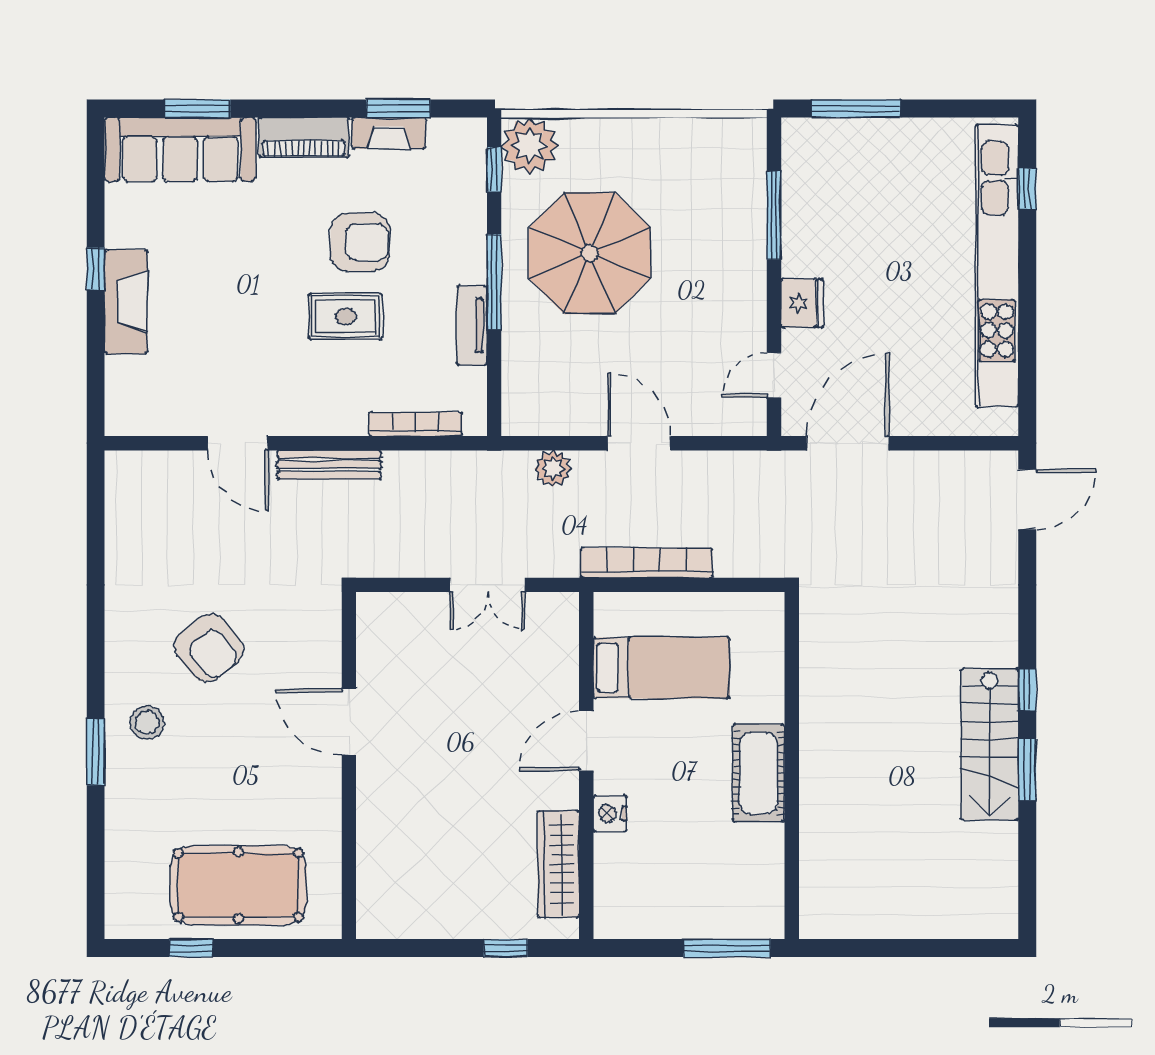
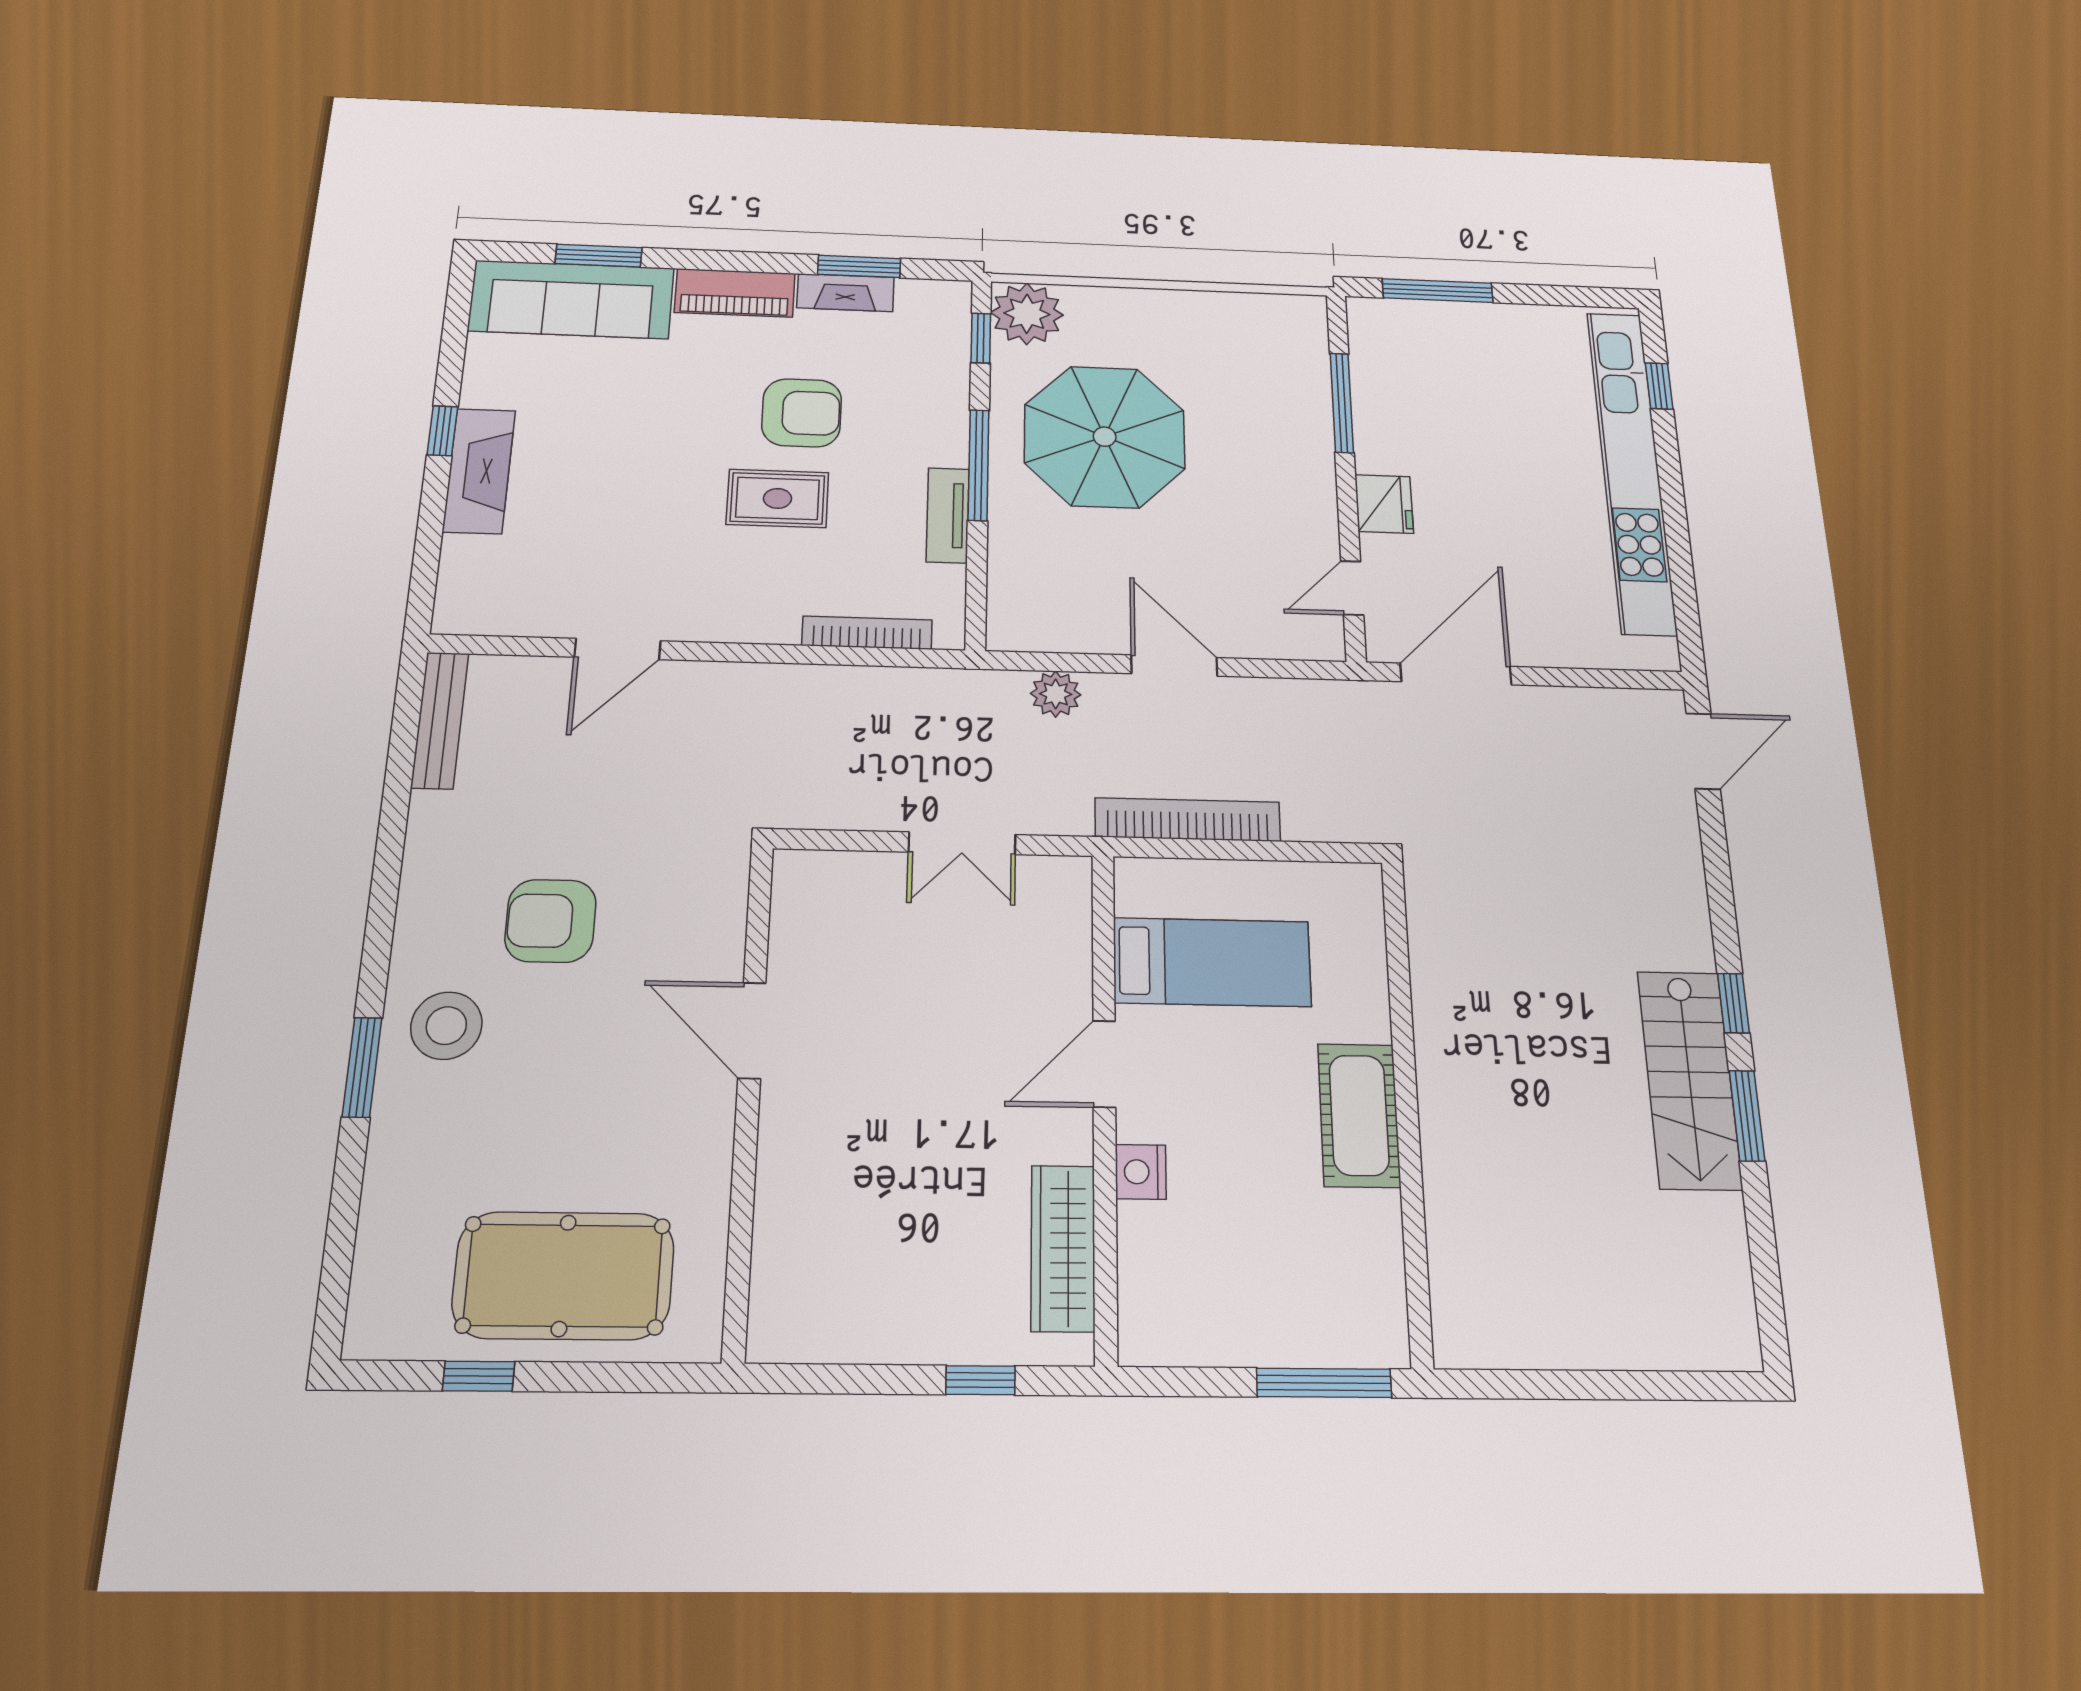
door: (238, 443) -> (617, 649), hinge flipped
bench: (329, 465) -> (440, 720), moved, turned 90
armchair: (209, 648) -> (551, 921), turned 129
stool: (147, 723) -> (446, 1026), width x1.38, depth x1.38

